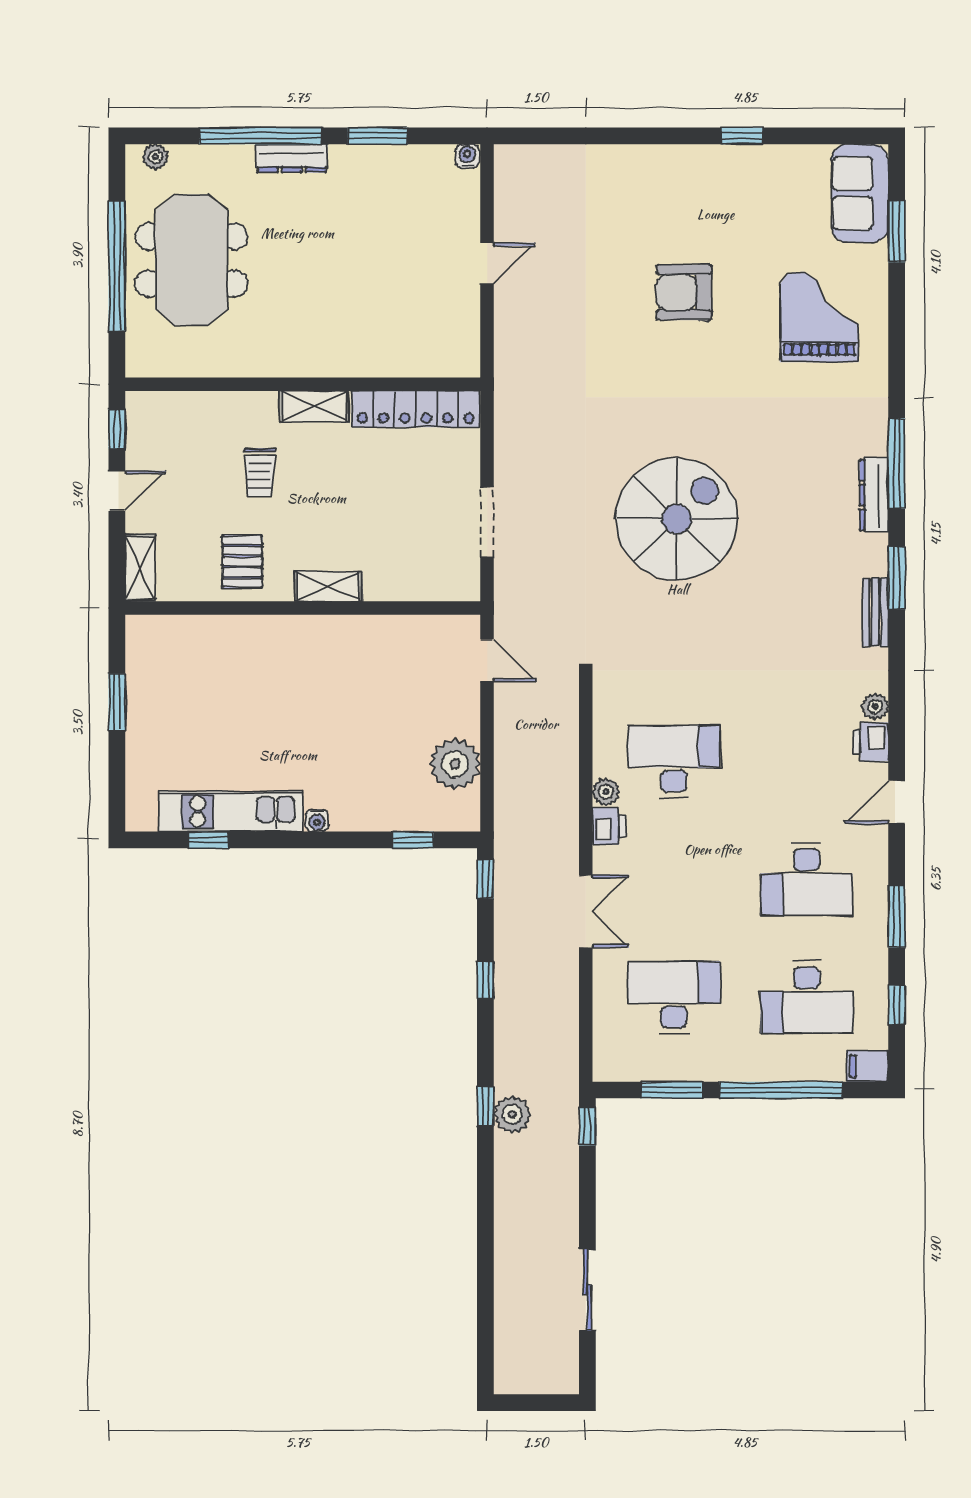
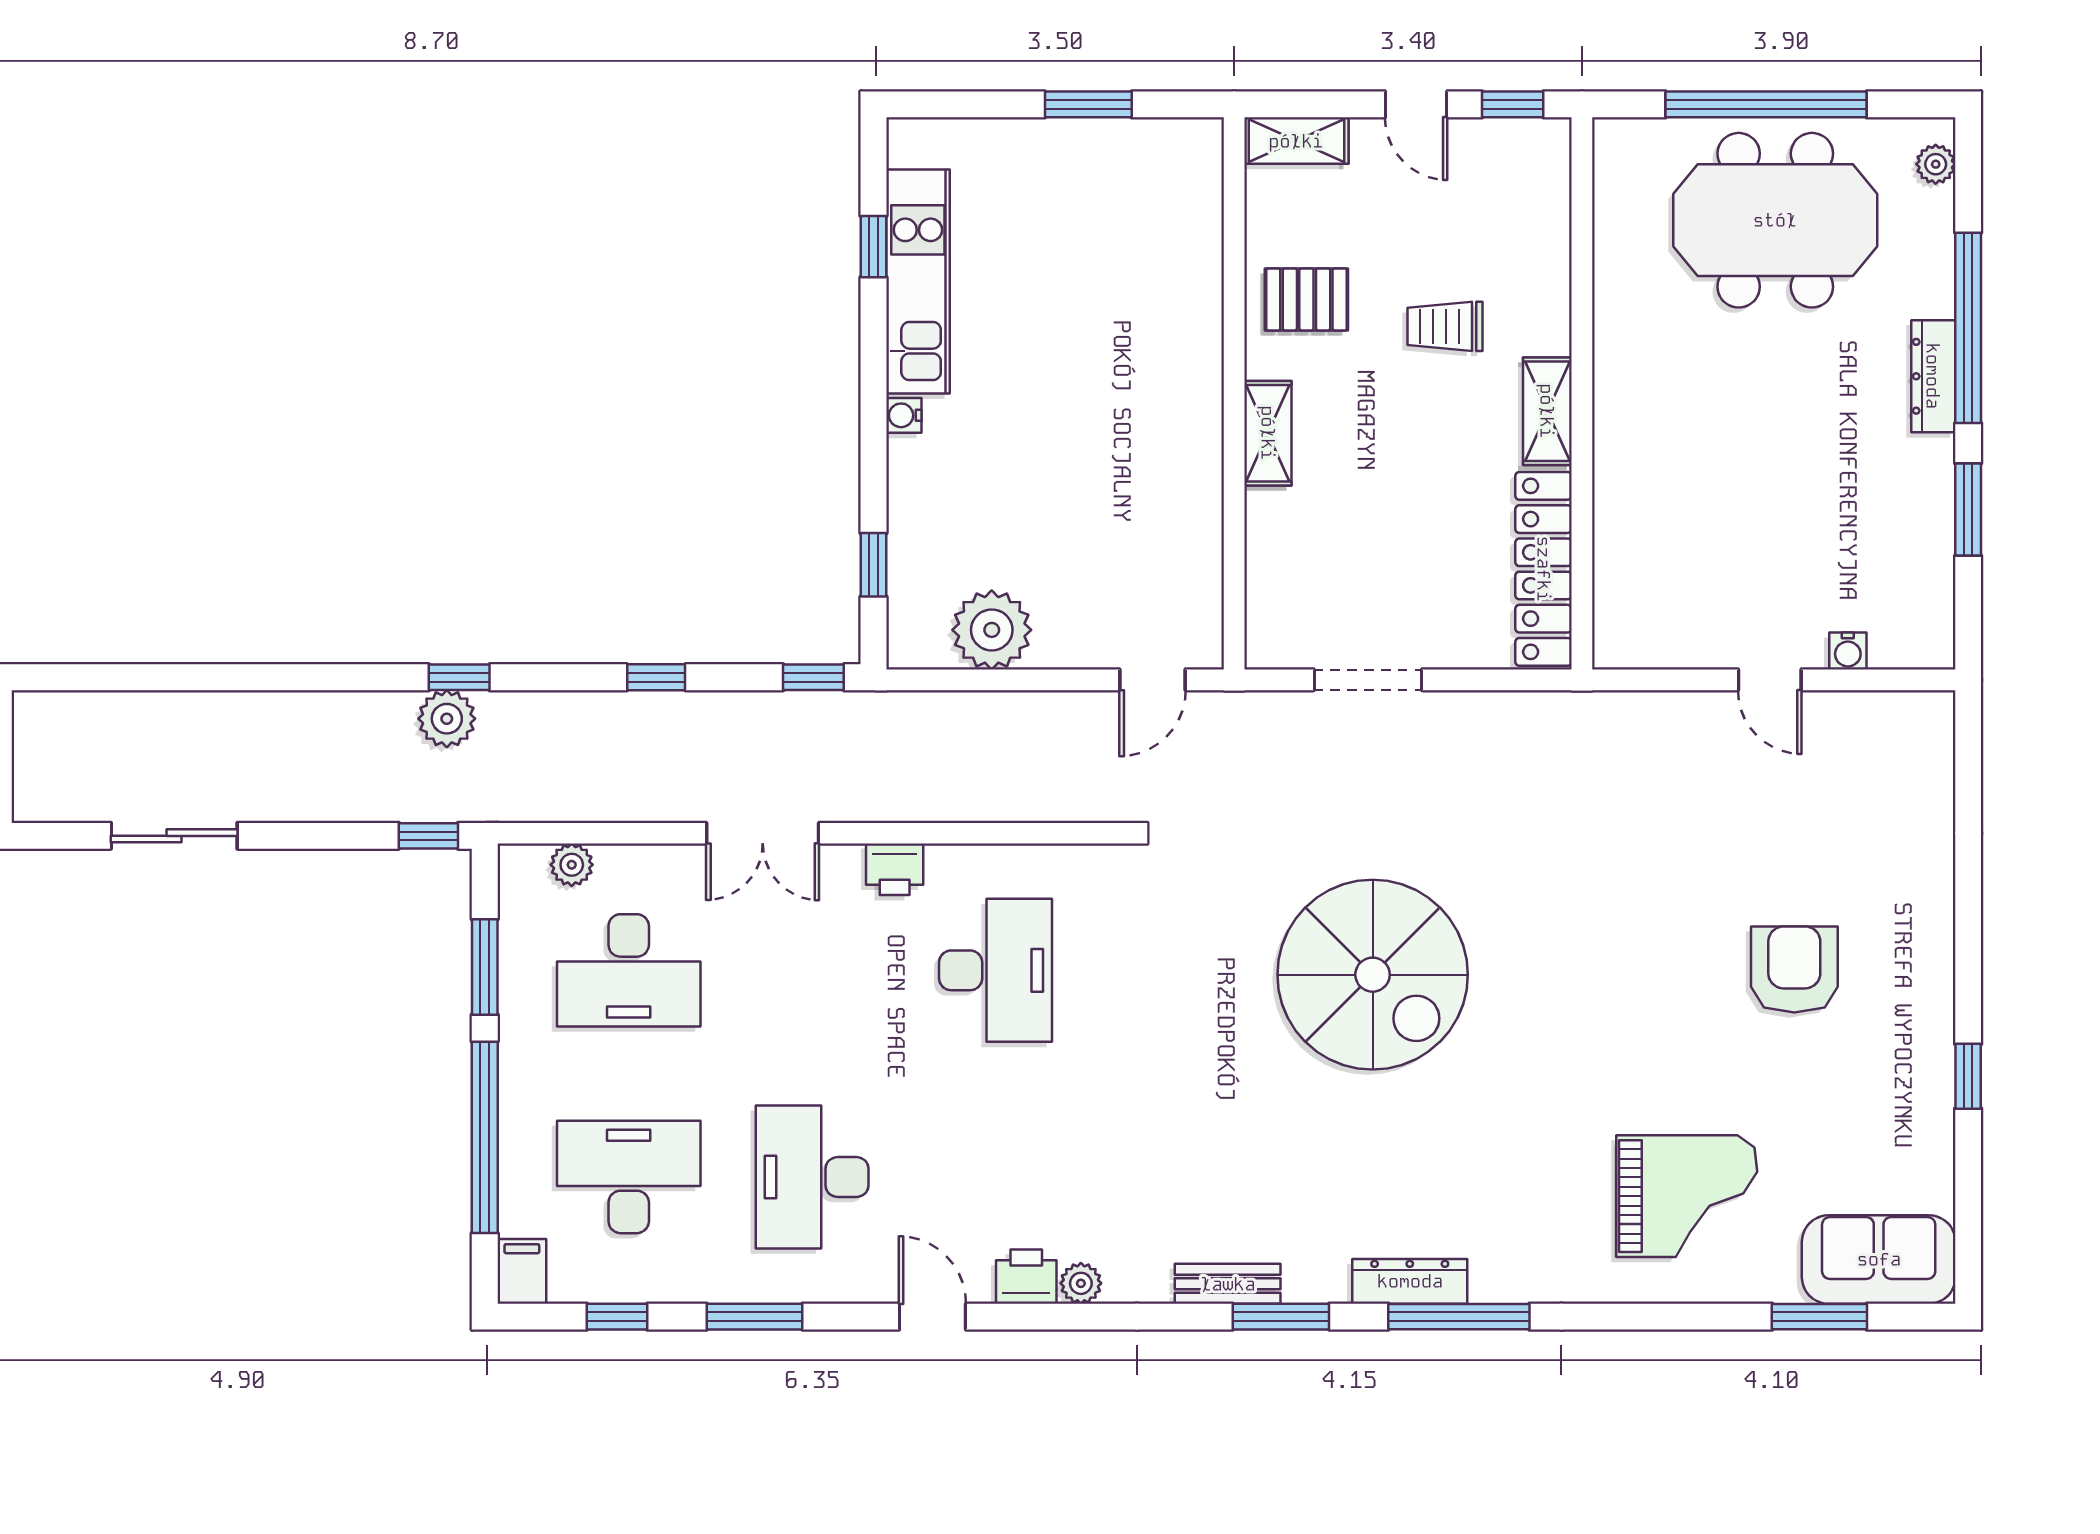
water cooler: (467, 156) -> (1848, 651), moved, turned 90
armchair: (684, 292) -> (1794, 969), moved
plant: (606, 792) -> (572, 865), moved
desk: (674, 997) -> (629, 970), turned 90
desk: (807, 997) -> (629, 1177), turned 90

